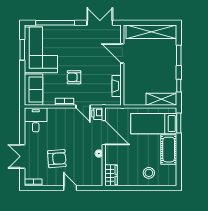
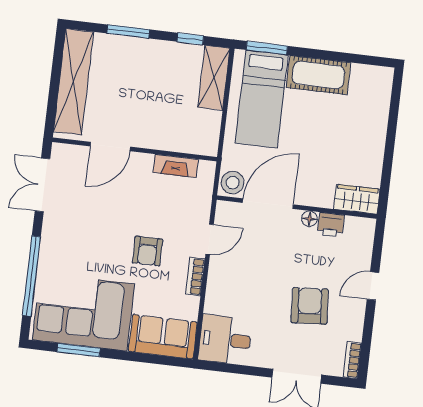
printer: (97, 114) -> (331, 225), moved
stool: (149, 173) -> (233, 183), moved

